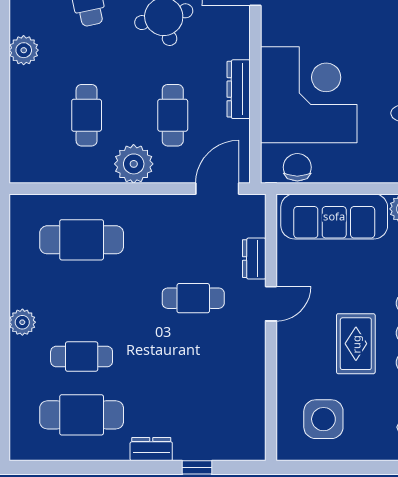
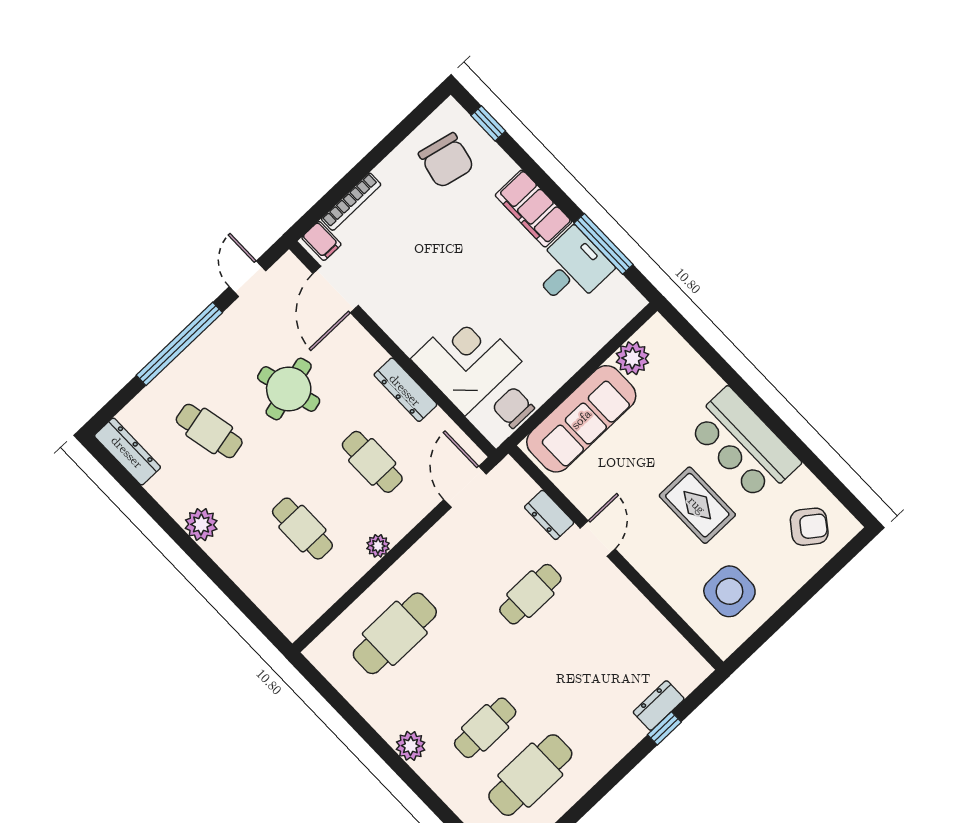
corner desk: (309, 95) -> (466, 360), width x0.74, depth x0.74
plant: (134, 164) -> (378, 546), width x0.53, depth x0.53
dresser: (151, 449) -> (659, 706), moved

